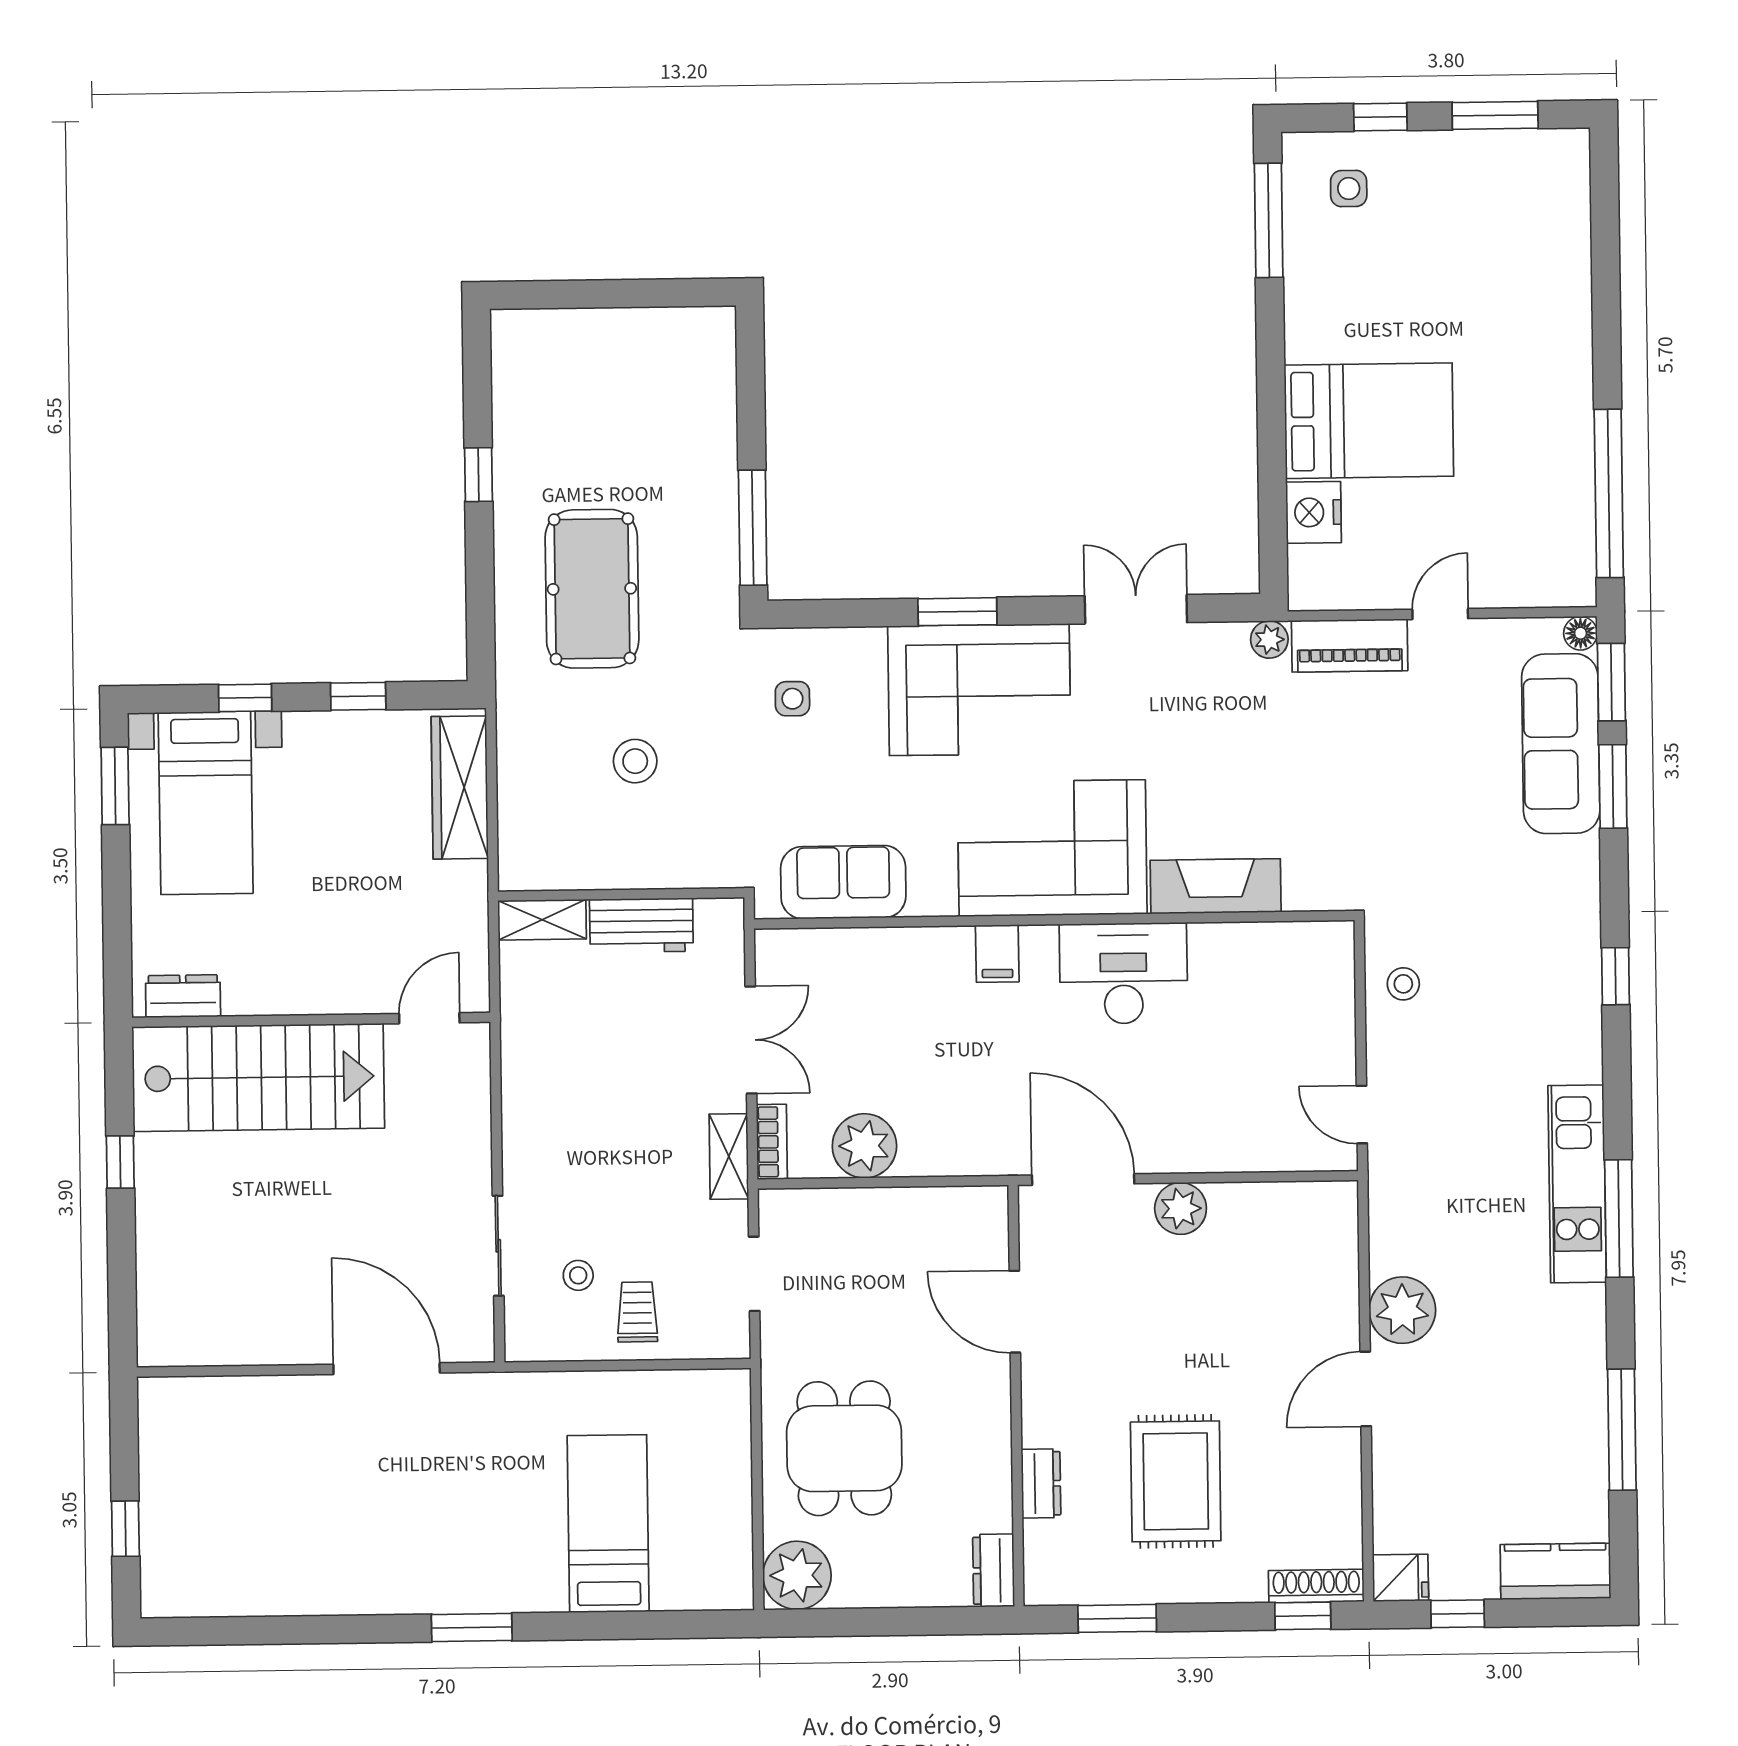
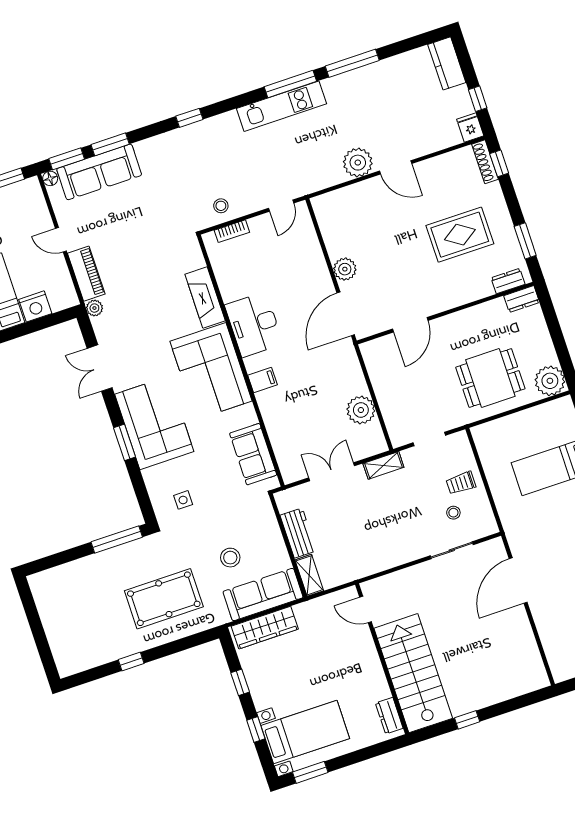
sofa: (533, 806) -> (263, 595), added
bookcase: (772, 1142) -> (232, 231), moved, turned 180
window: (1622, 1430) -> (352, 63), moved
dresser: (1041, 1483) -> (508, 281), moved

